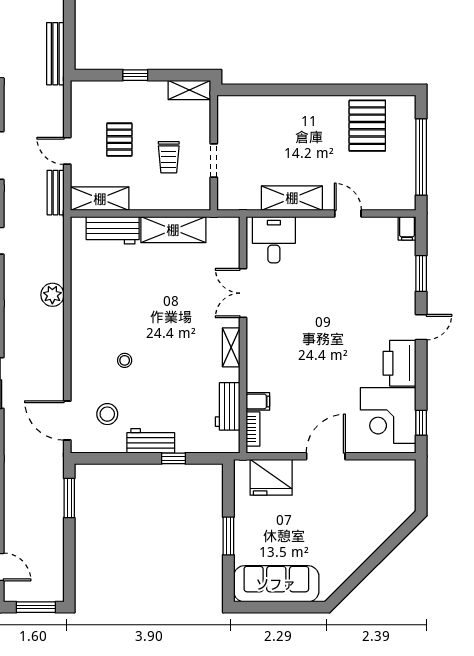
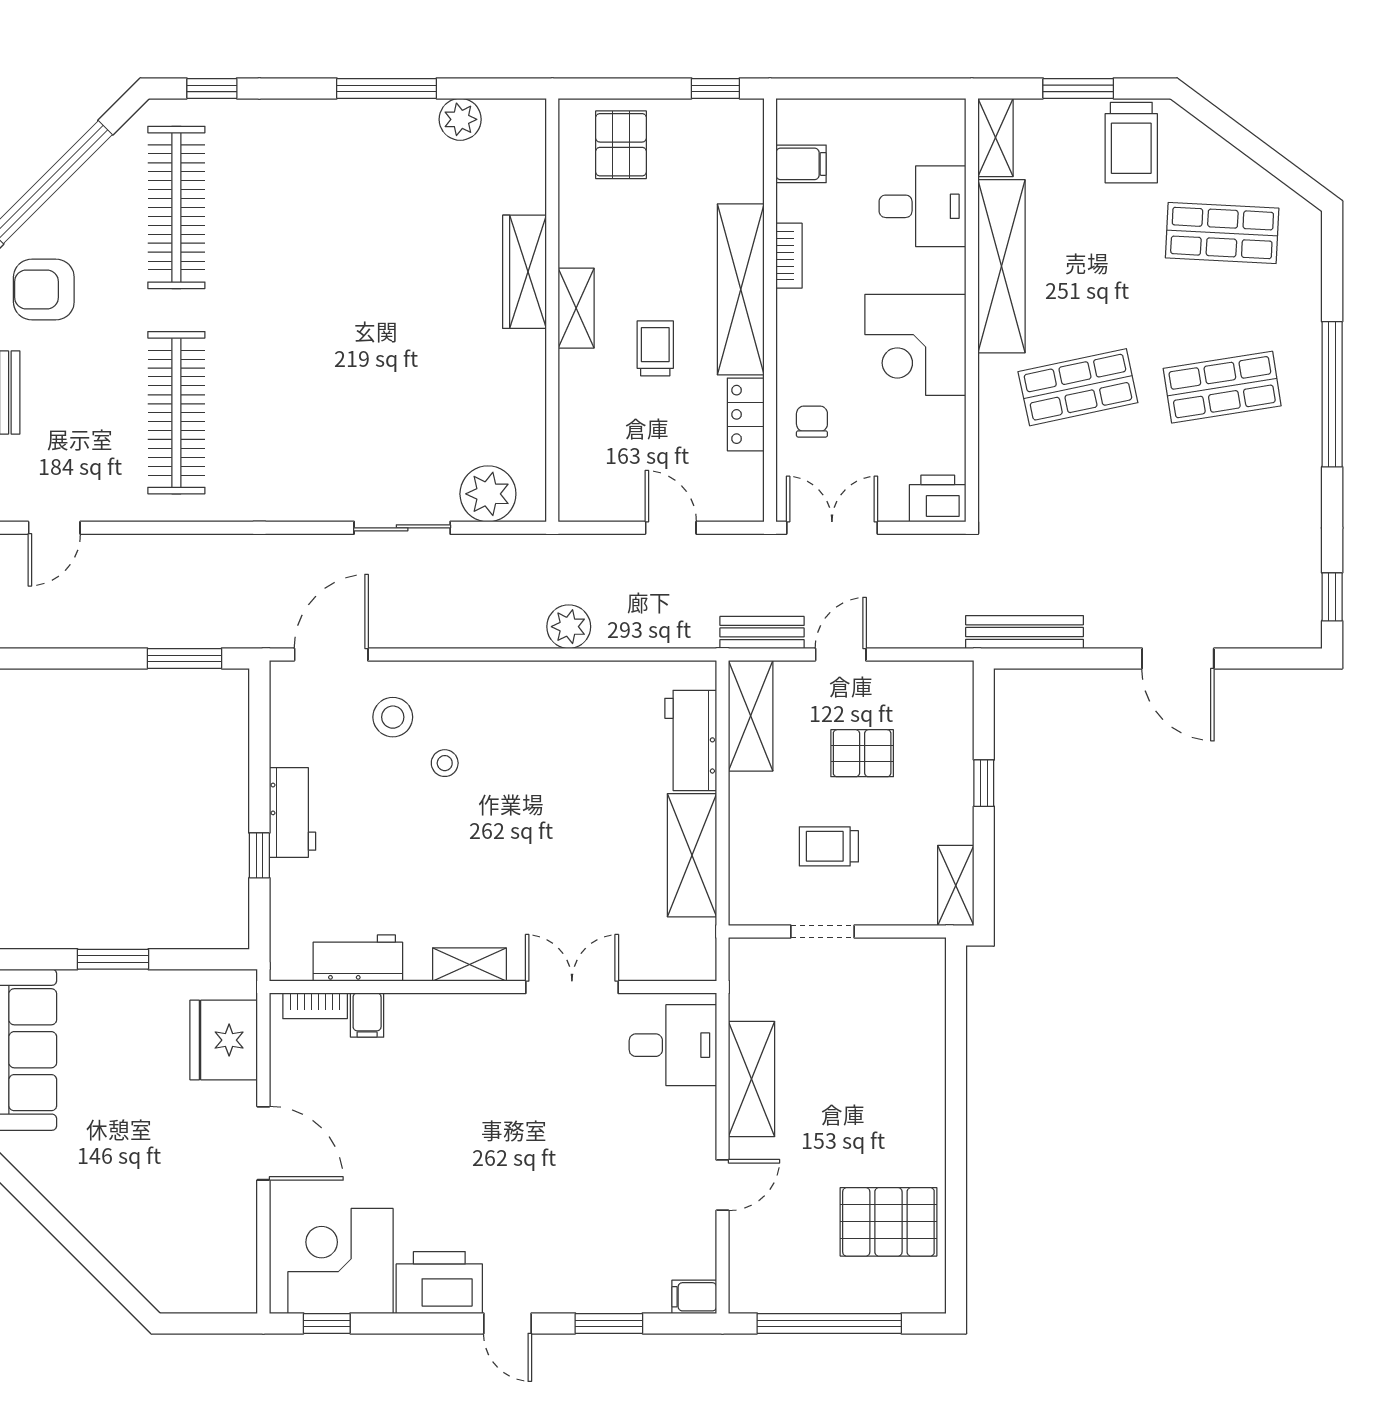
stool: (107, 414) -> (393, 717), moved

